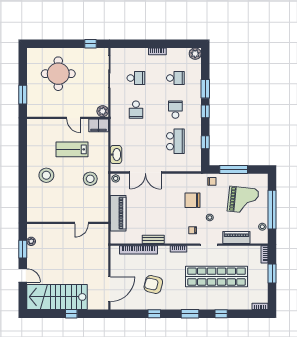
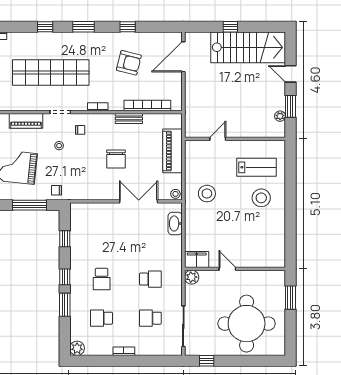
round table: (58, 74) -> (247, 324), width x1.36, depth x1.36
school desk: (136, 110) -> (150, 279), turned 90
school desk: (175, 141) -> (102, 240), removed
lab bench: (72, 149) -> (256, 167), moved
chair: (193, 200) -> (116, 159), moved, turned 90

